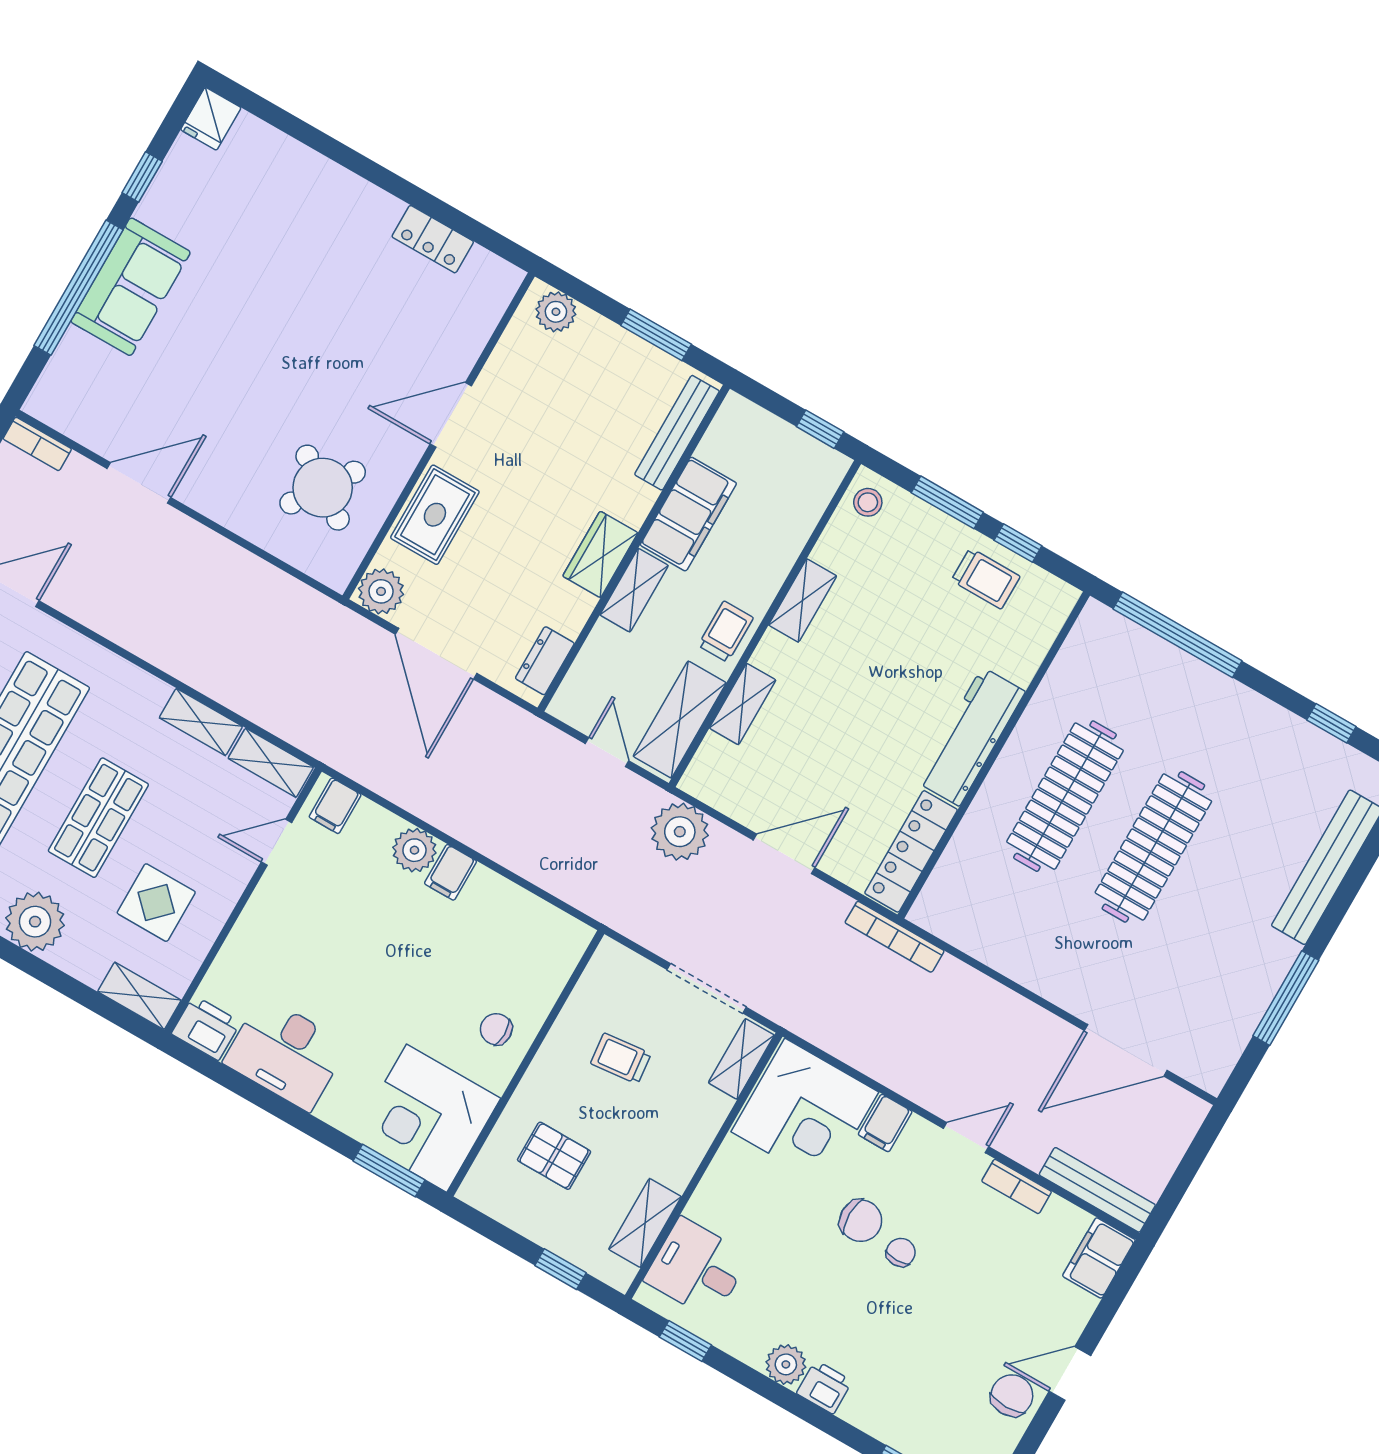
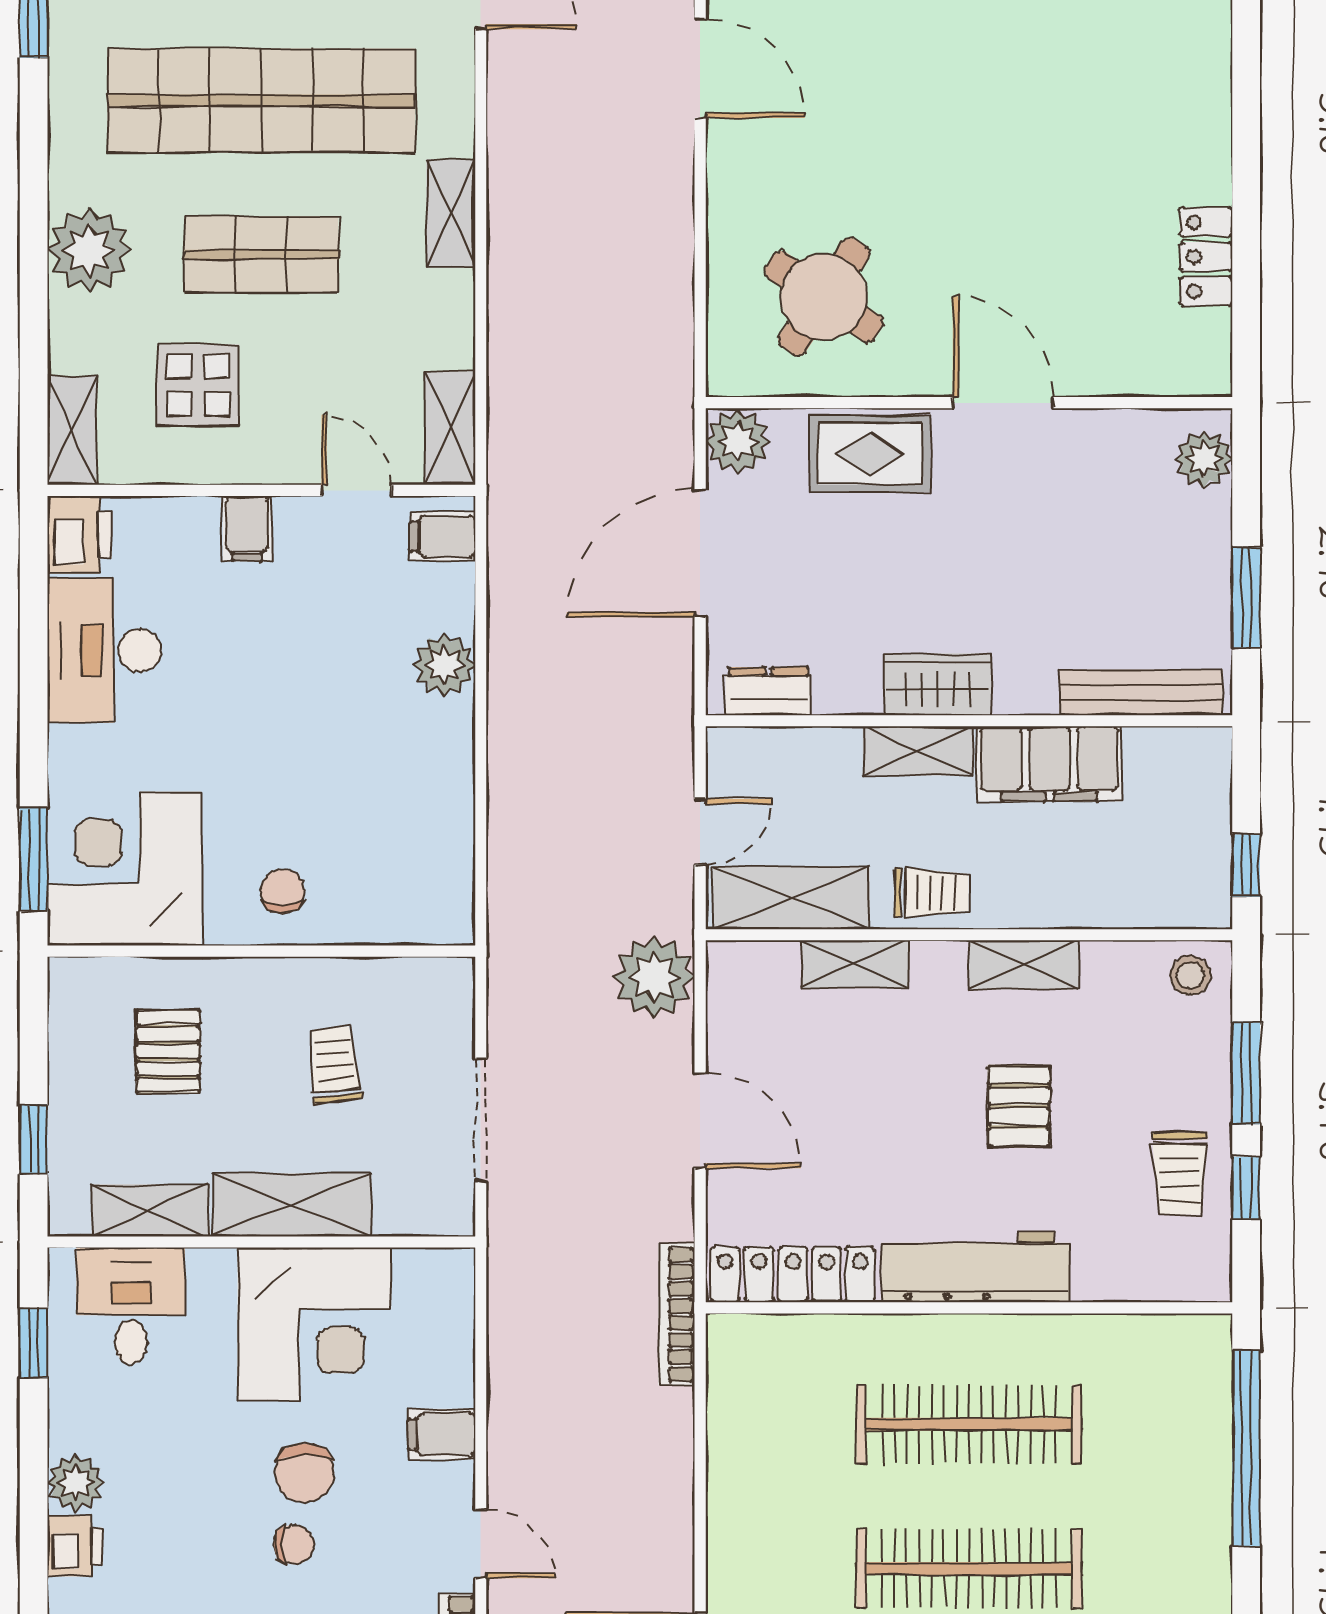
pallet: (888, 653) -> (1019, 1106), added
shelving: (201, 722) -> (451, 213), moved
filing cabinet: (451, 872) -> (247, 528), moved, turned -90
shelving: (741, 1059) -> (292, 1205), moved, width x1.50, depth x1.33
corner desk: (805, 1112) -> (314, 1324), moved, turned -90

